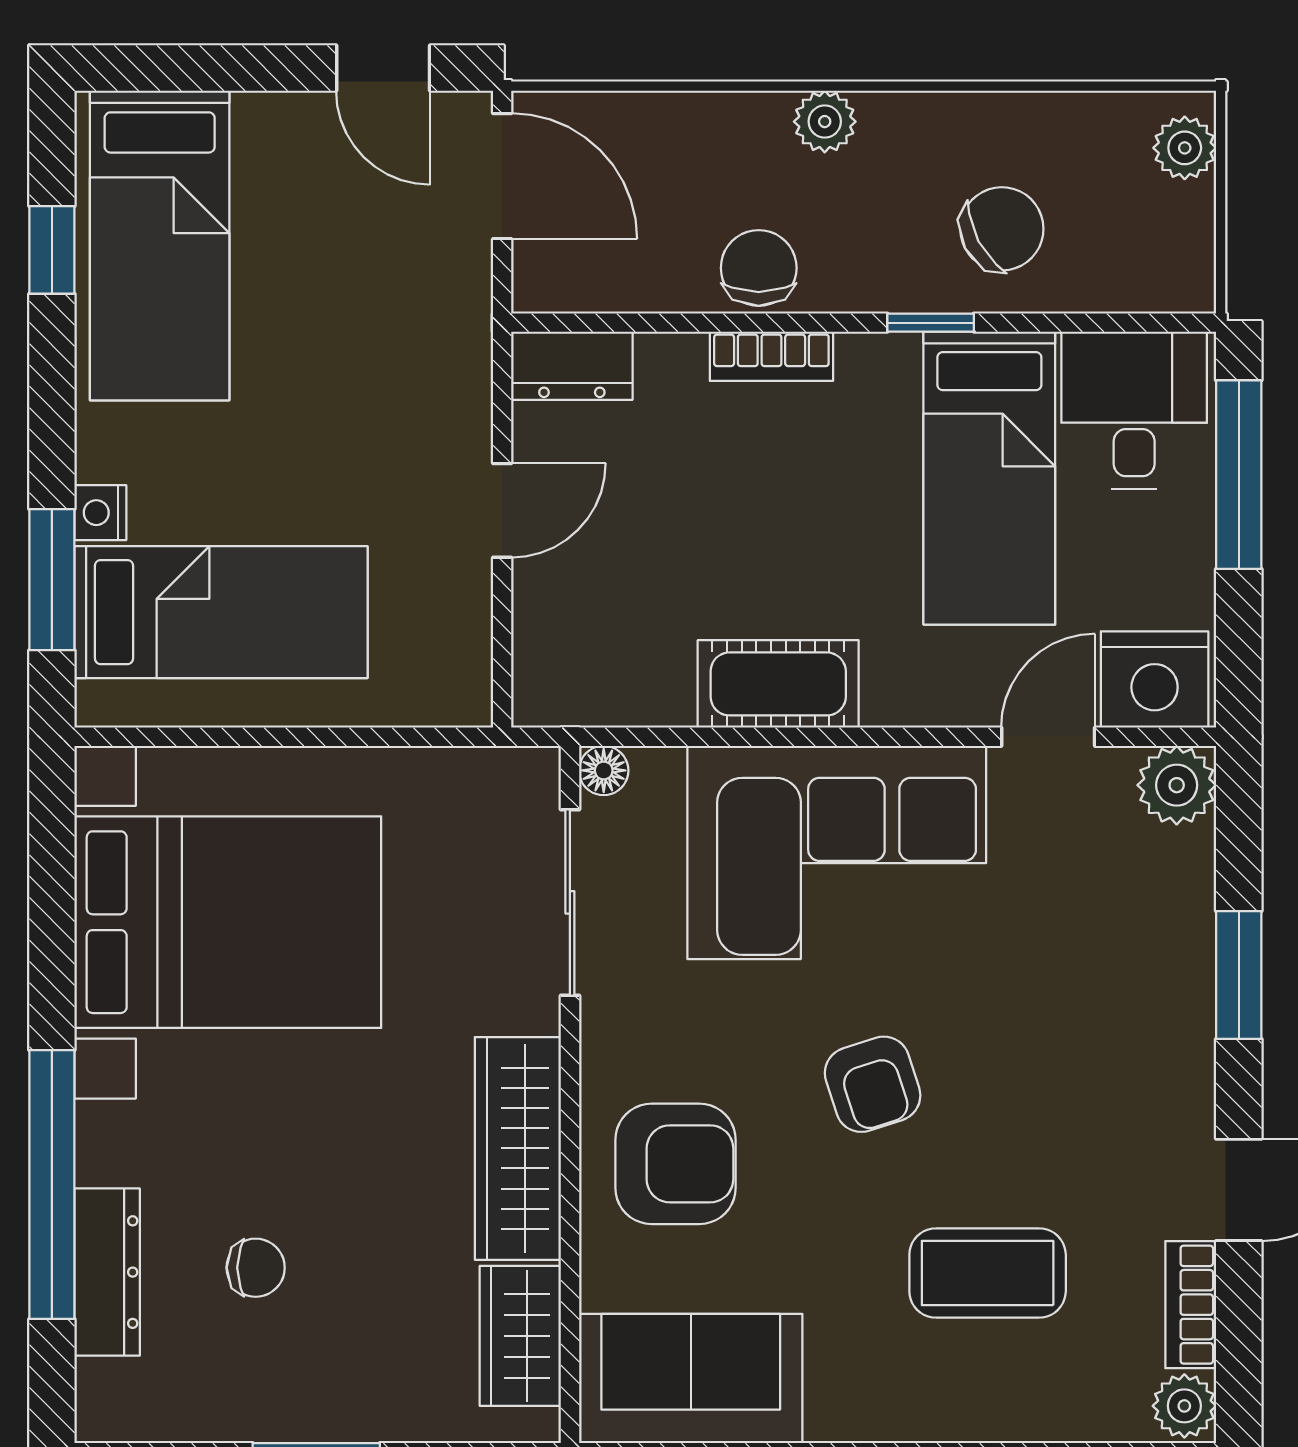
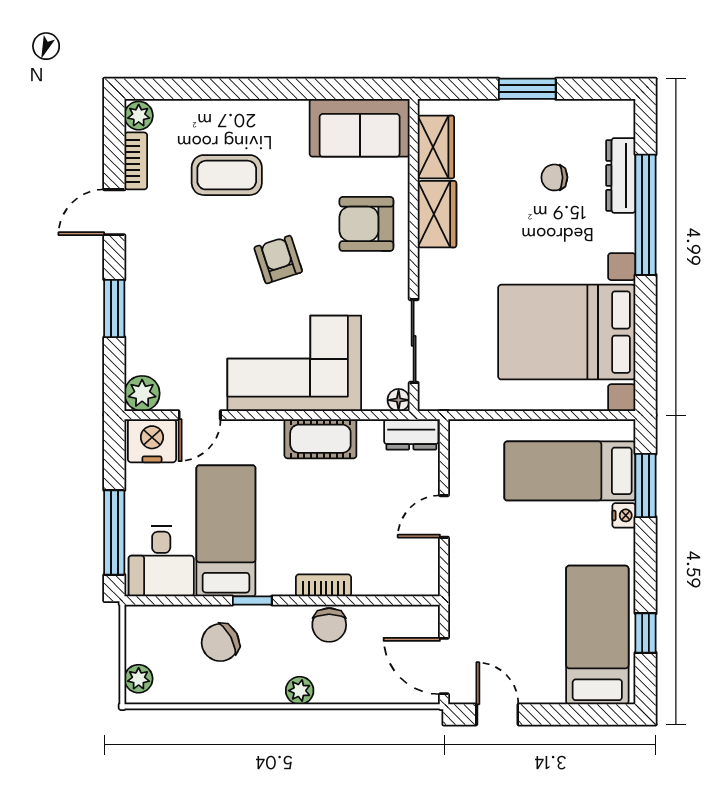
dresser: (572, 366) -> (411, 434), moved, turned 180
wardrobe: (518, 1148) -> (437, 214), width x0.67

